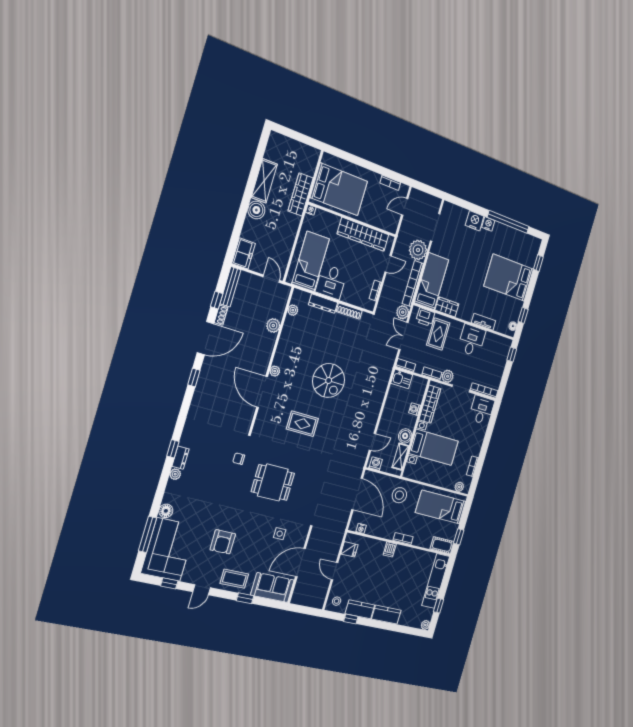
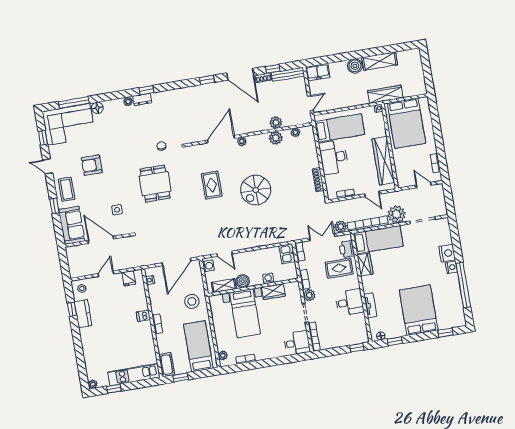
desk: (331, 282) -> (334, 157), width x1.37
dresser: (323, 304) -> (313, 155), removed
plant: (288, 334) -> (276, 138), added
wardrobe: (430, 404) -> (273, 292), width x0.67
kitchen counter: (386, 615) -> (88, 341), removed

